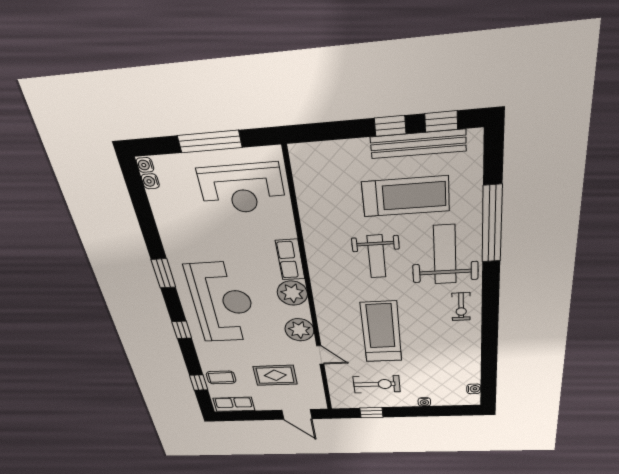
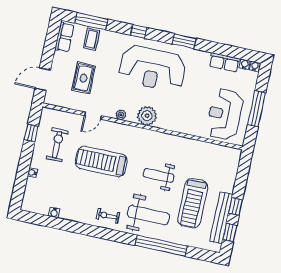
row of seats: (290, 260) -> (224, 62), moved, turned 180
plant: (299, 330) -> (121, 115), width x0.53, depth x0.53
treadmill: (381, 332) -> (101, 161), turned 180
window: (199, 383) -> (91, 21), width x2.17
exercise bike: (377, 384) -> (57, 145), turned 180
water cooler: (474, 389) -> (54, 212), moved

